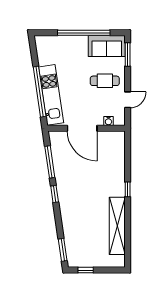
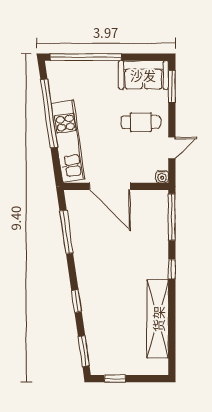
window: (84, 33) -> (86, 57), moved
window: (40, 92) -> (49, 113), moved
water cooler: (108, 121) -> (162, 177), moved
window: (128, 151) -> (172, 217), added
window: (55, 194) -> (76, 301), moved

